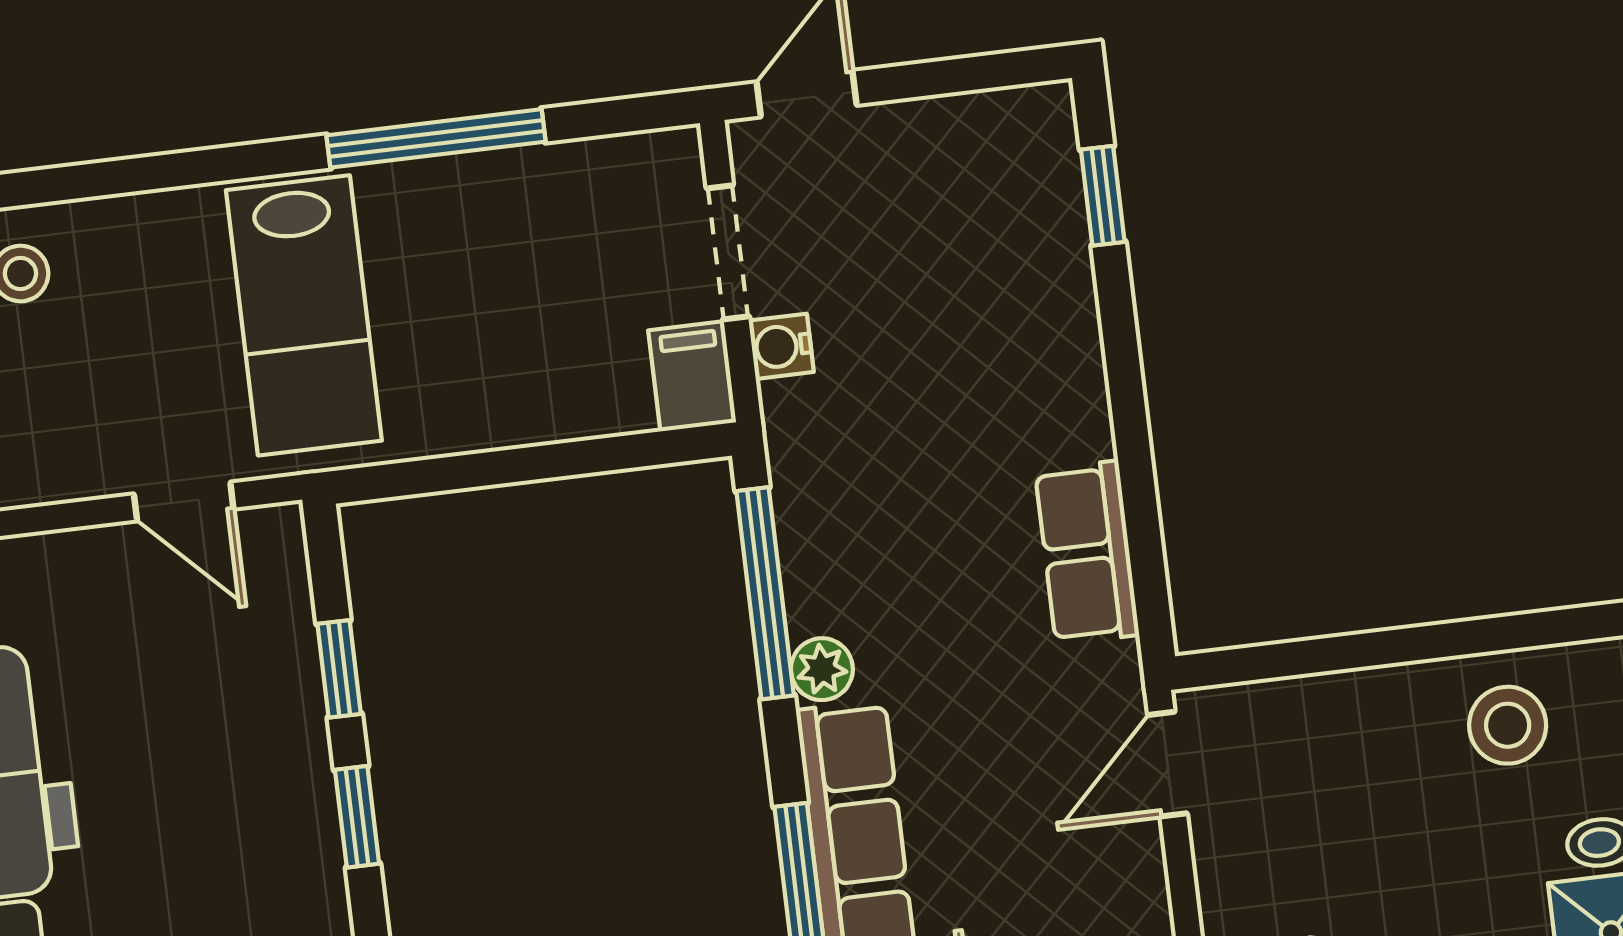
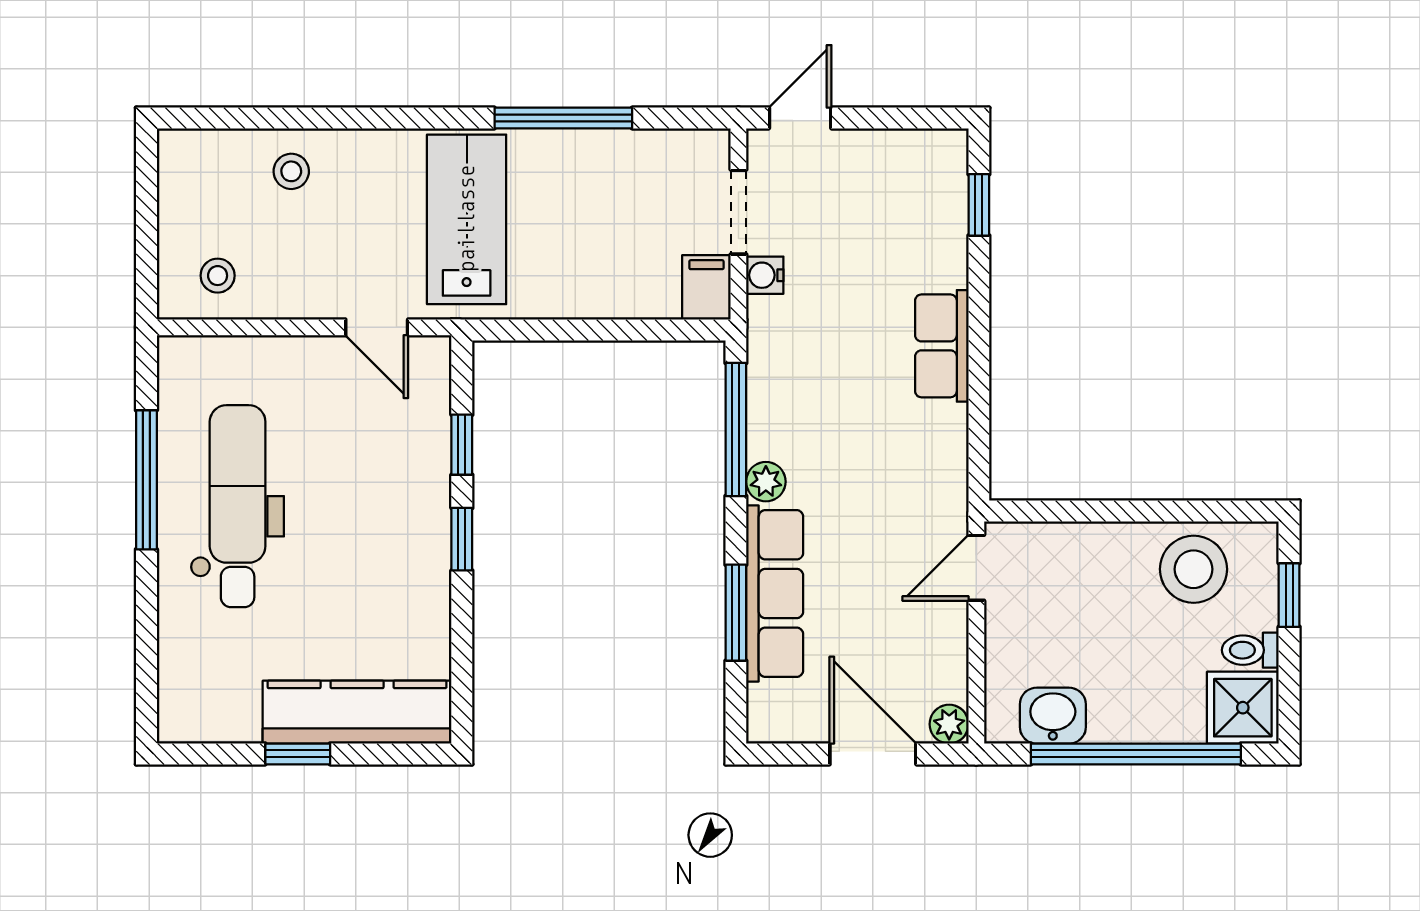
lab bench: (304, 315) -> (467, 219), turned 180
row of seats: (1087, 553) -> (942, 346), moved
stool: (1508, 725) -> (1194, 569), width x1.38, depth x1.38

